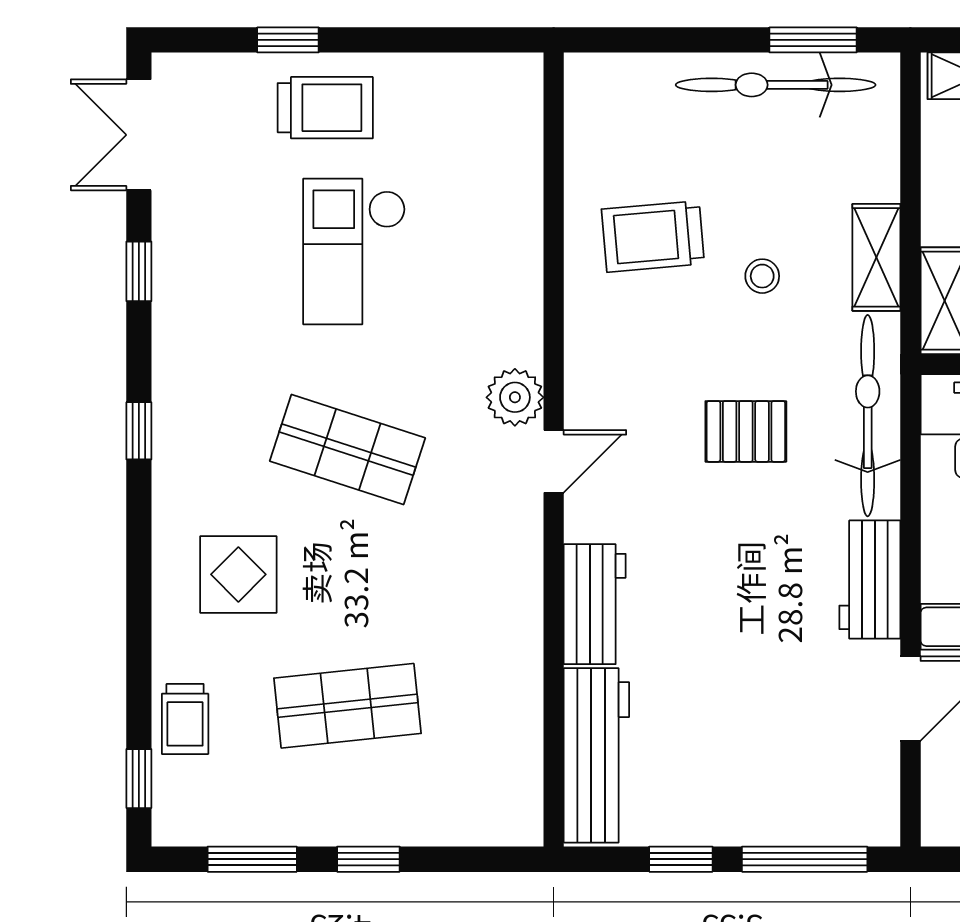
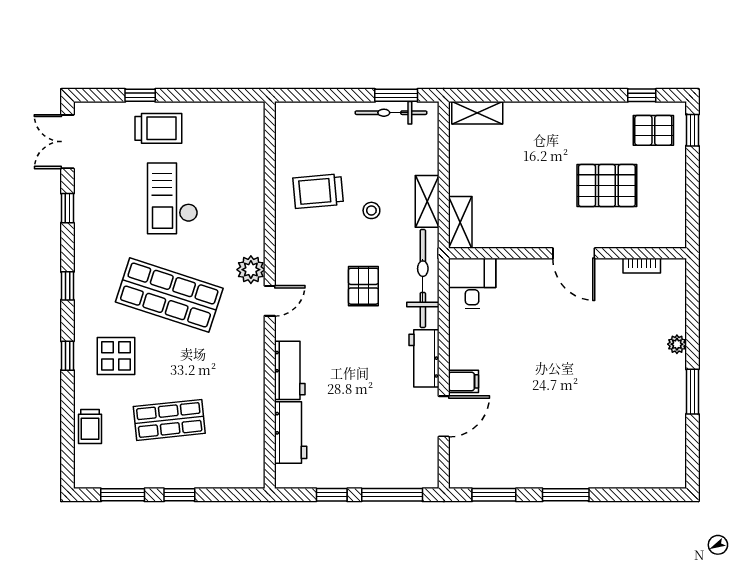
bicycle: (776, 85) -> (391, 113), width x0.73, depth x0.71
pallet: (746, 431) -> (363, 286), turned 90
shop shelf: (347, 450) -> (169, 295), width x1.43, depth x1.36
workbench: (596, 755) -> (291, 433), width x0.73
window: (139, 779) -> (67, 356), moved

